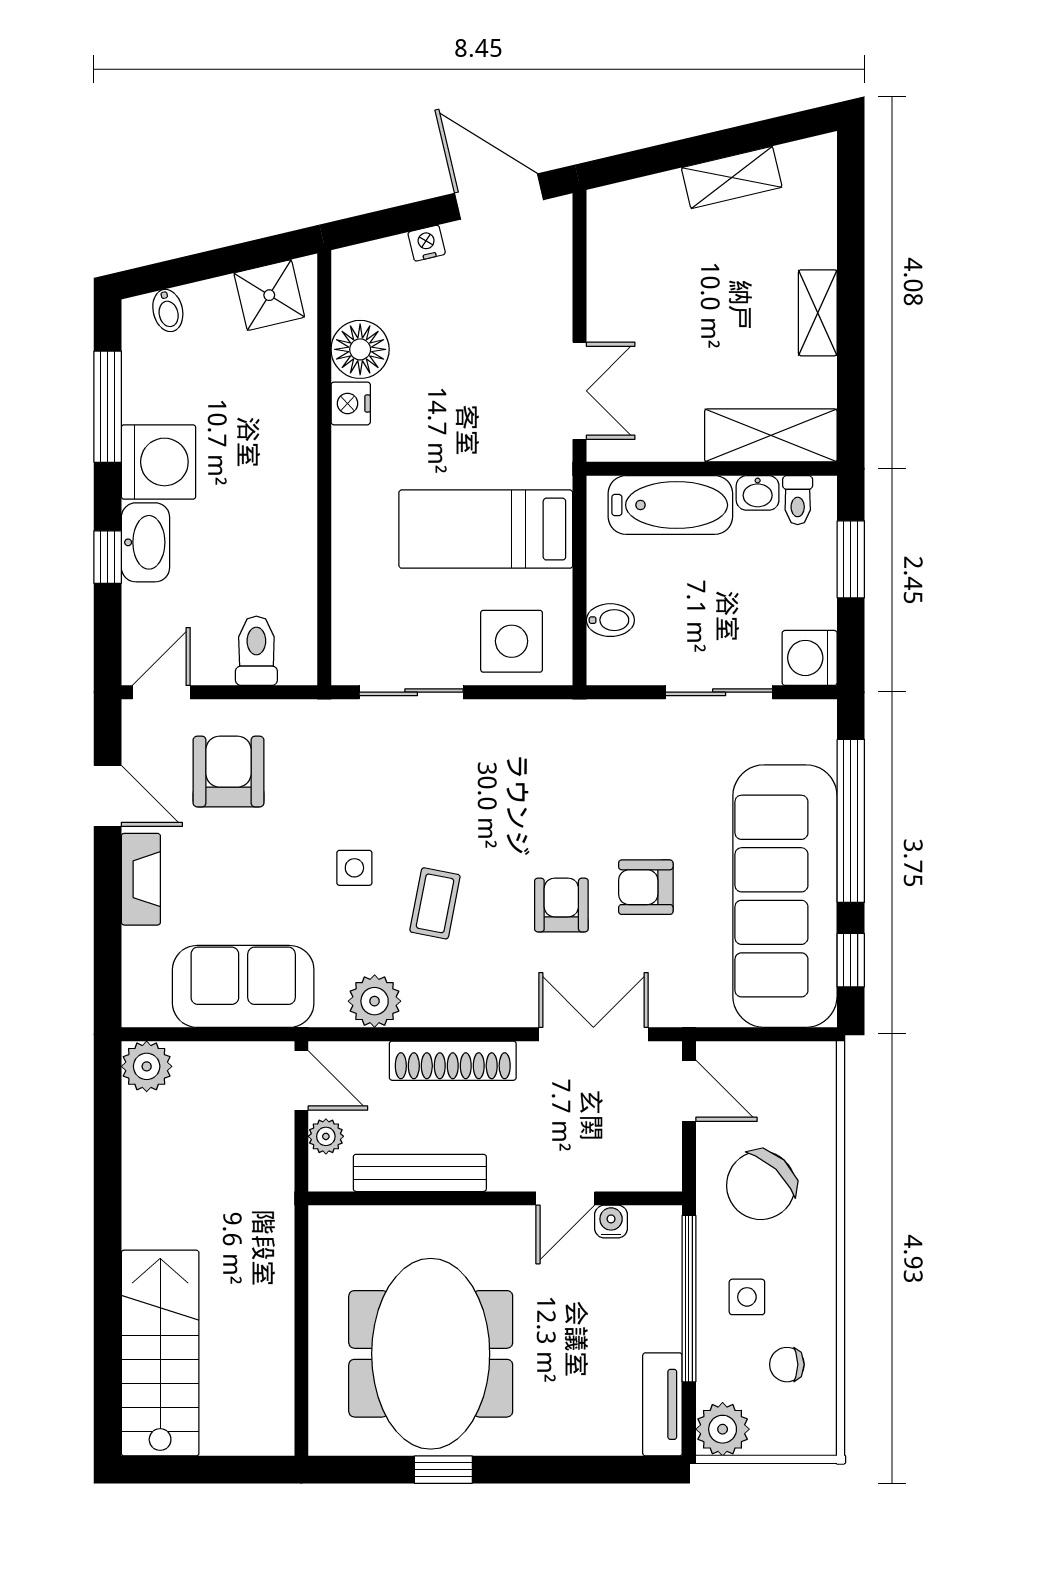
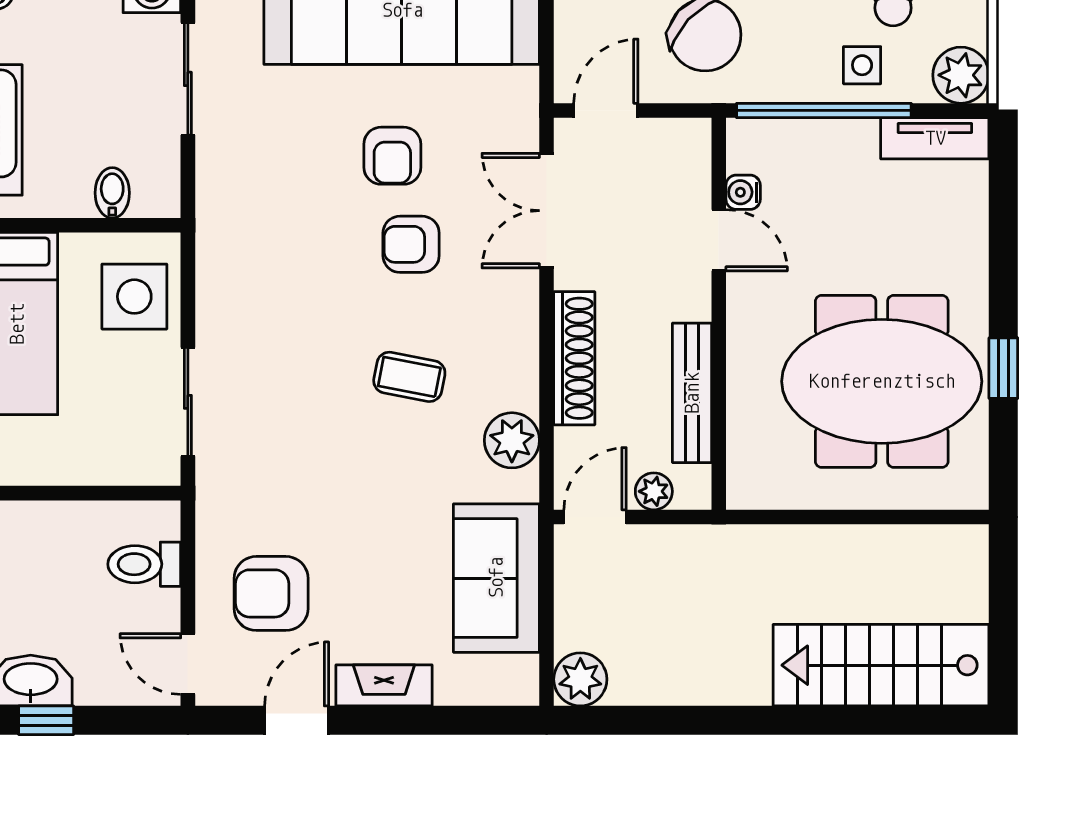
side table: (354, 868) -> (372, 461), removed
side table: (747, 1297) -> (862, 65), moved

